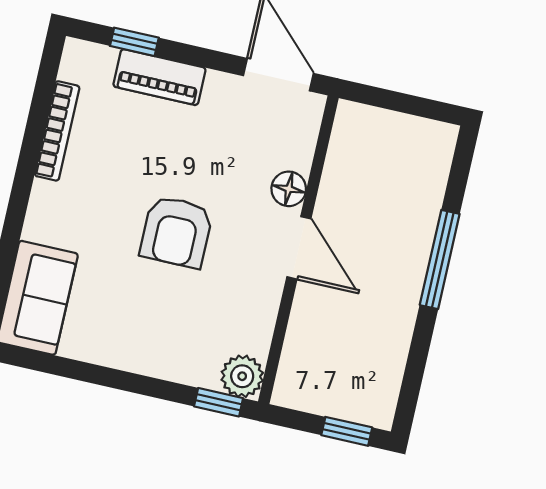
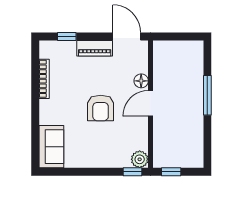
piano: (159, 77) -> (95, 48), moved
door: (299, 248) -> (150, 103), swing flipped
window: (347, 431) -> (171, 172), moved

